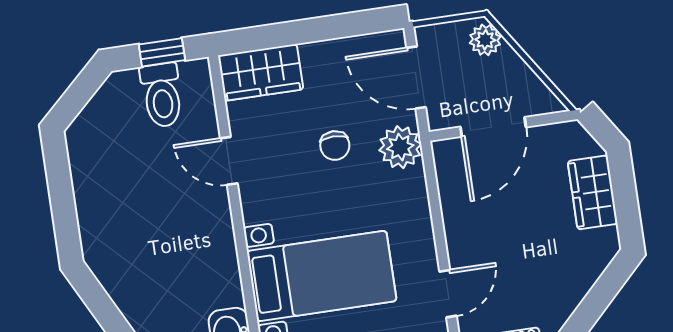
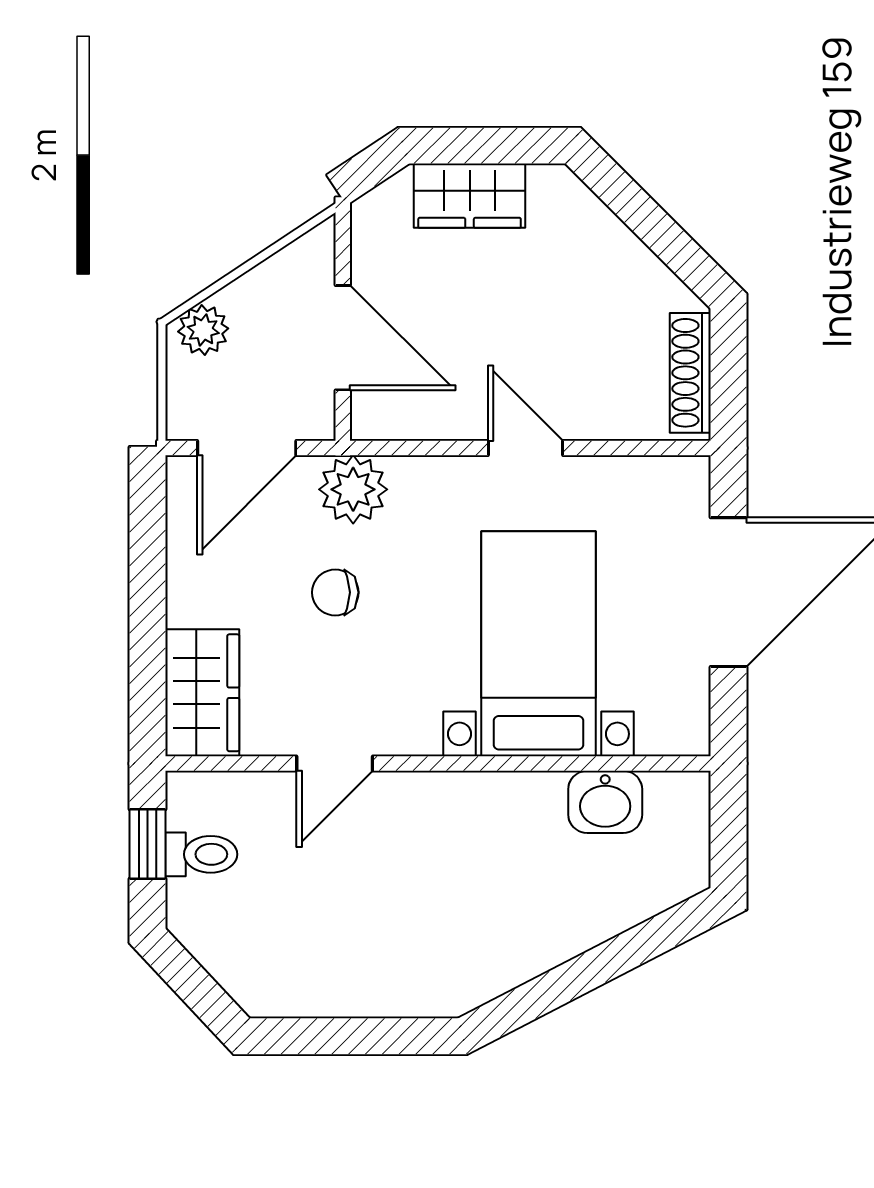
toilet: (162, 95) -> (201, 854), width x0.73, depth x0.72
chair: (335, 146) -> (335, 592), turned 180
door: (448, 294) -> (526, 448), moved

